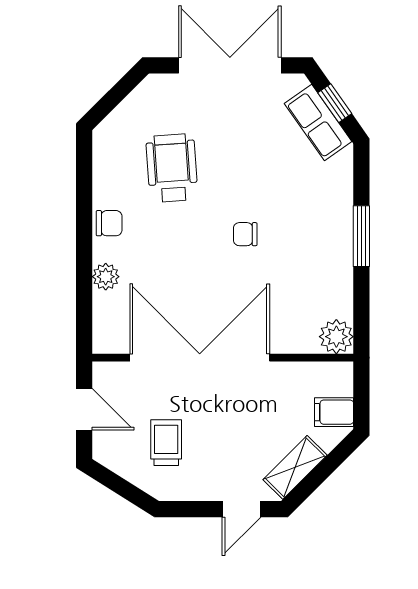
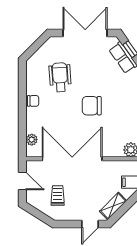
chair: (245, 234) -> (92, 106), width x1.87, depth x1.87
plant: (106, 277) -> (32, 140), moved

